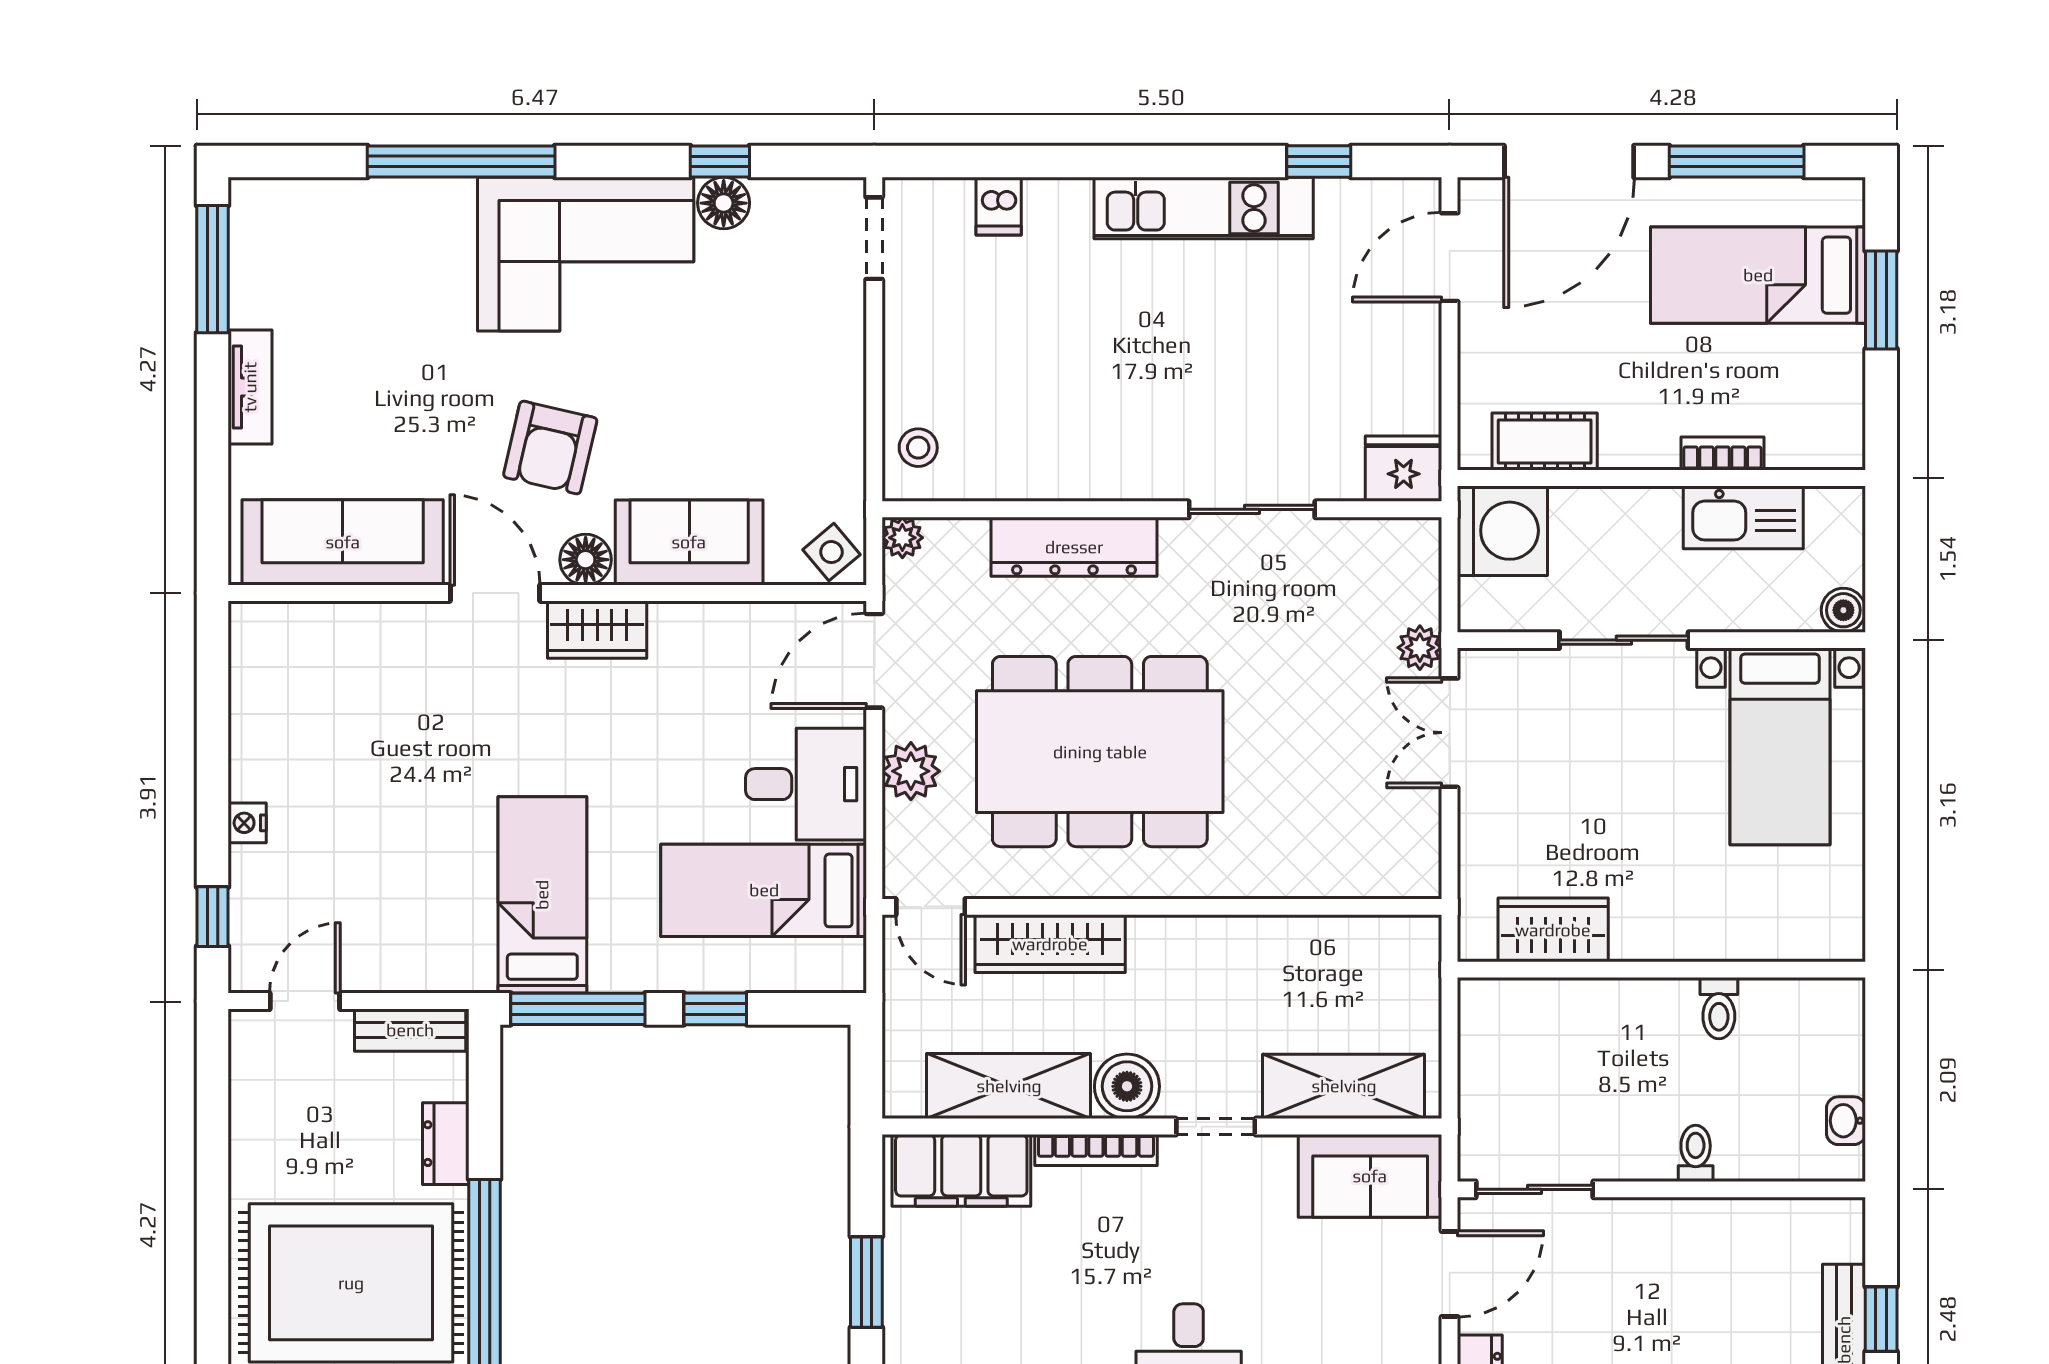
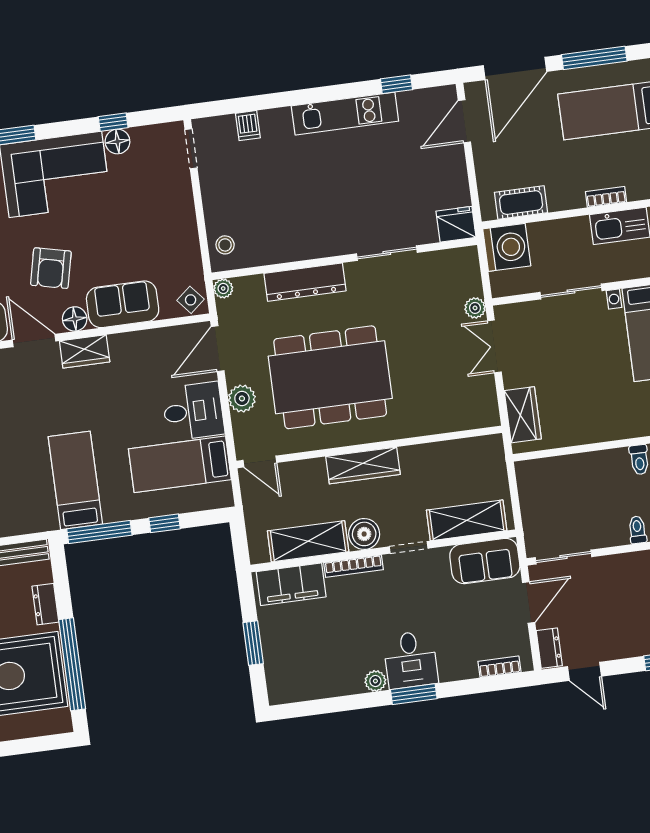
wardrobe: (1553, 930) -> (523, 415), moved, turned 90
wardrobe: (1050, 944) -> (363, 465), moved

